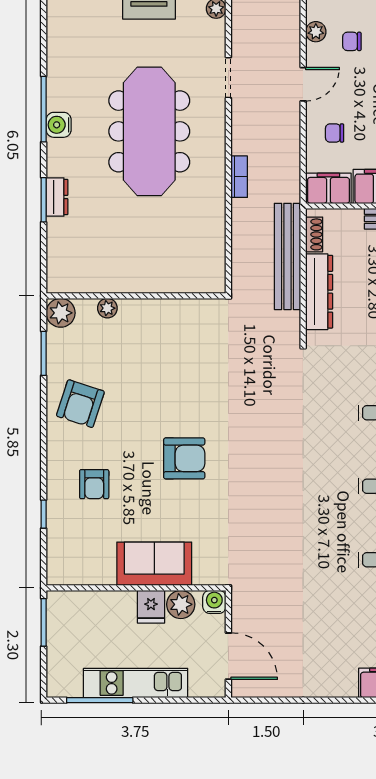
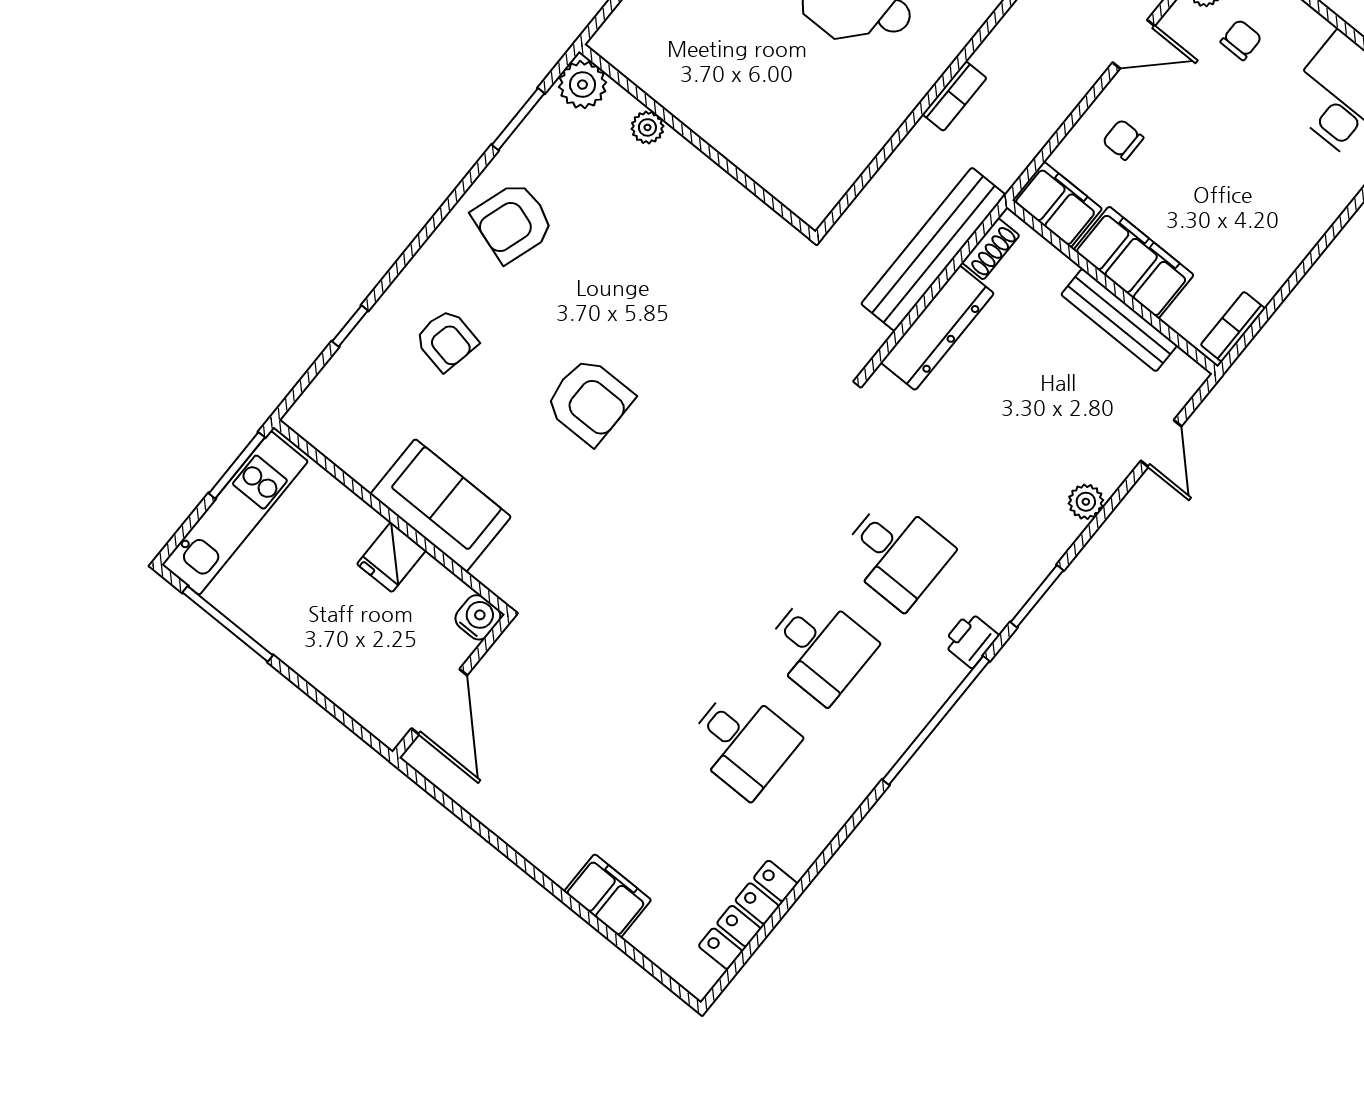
chair: (352, 41) -> (1241, 40), turned 90
armchair: (94, 484) -> (446, 340), turned -79
plant: (181, 604) -> (432, 586), removed
kitchen unit: (136, 683) -> (235, 513), moved, turned 90

